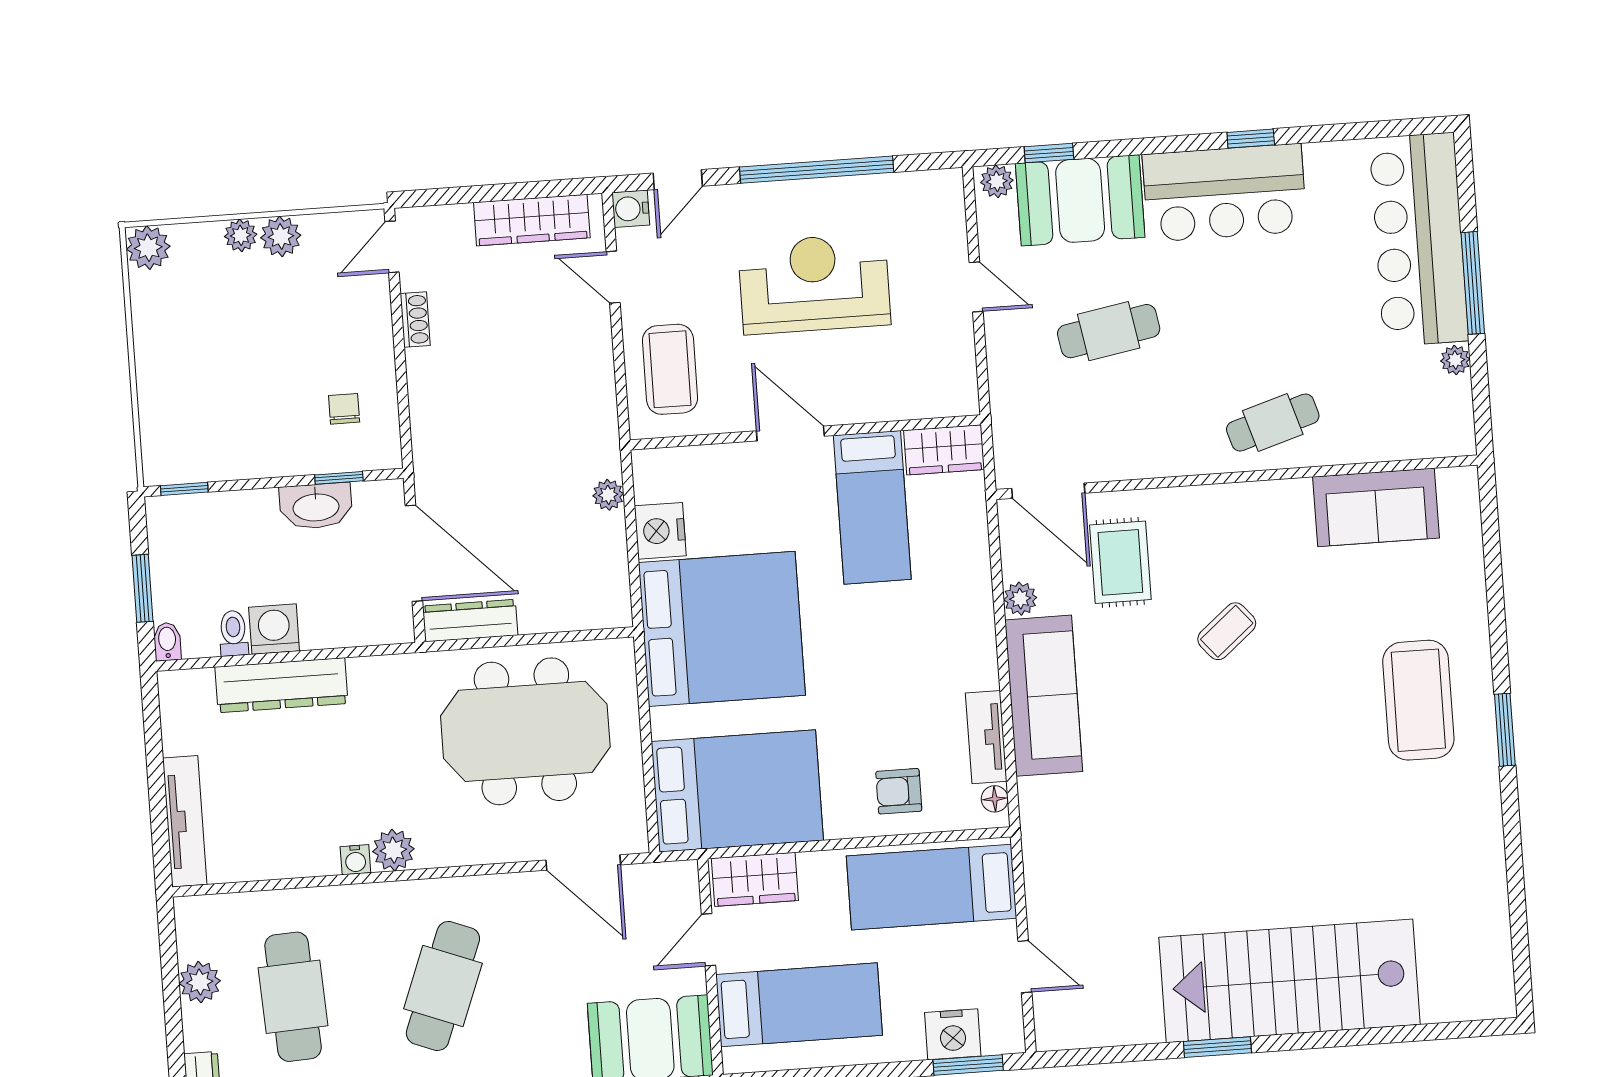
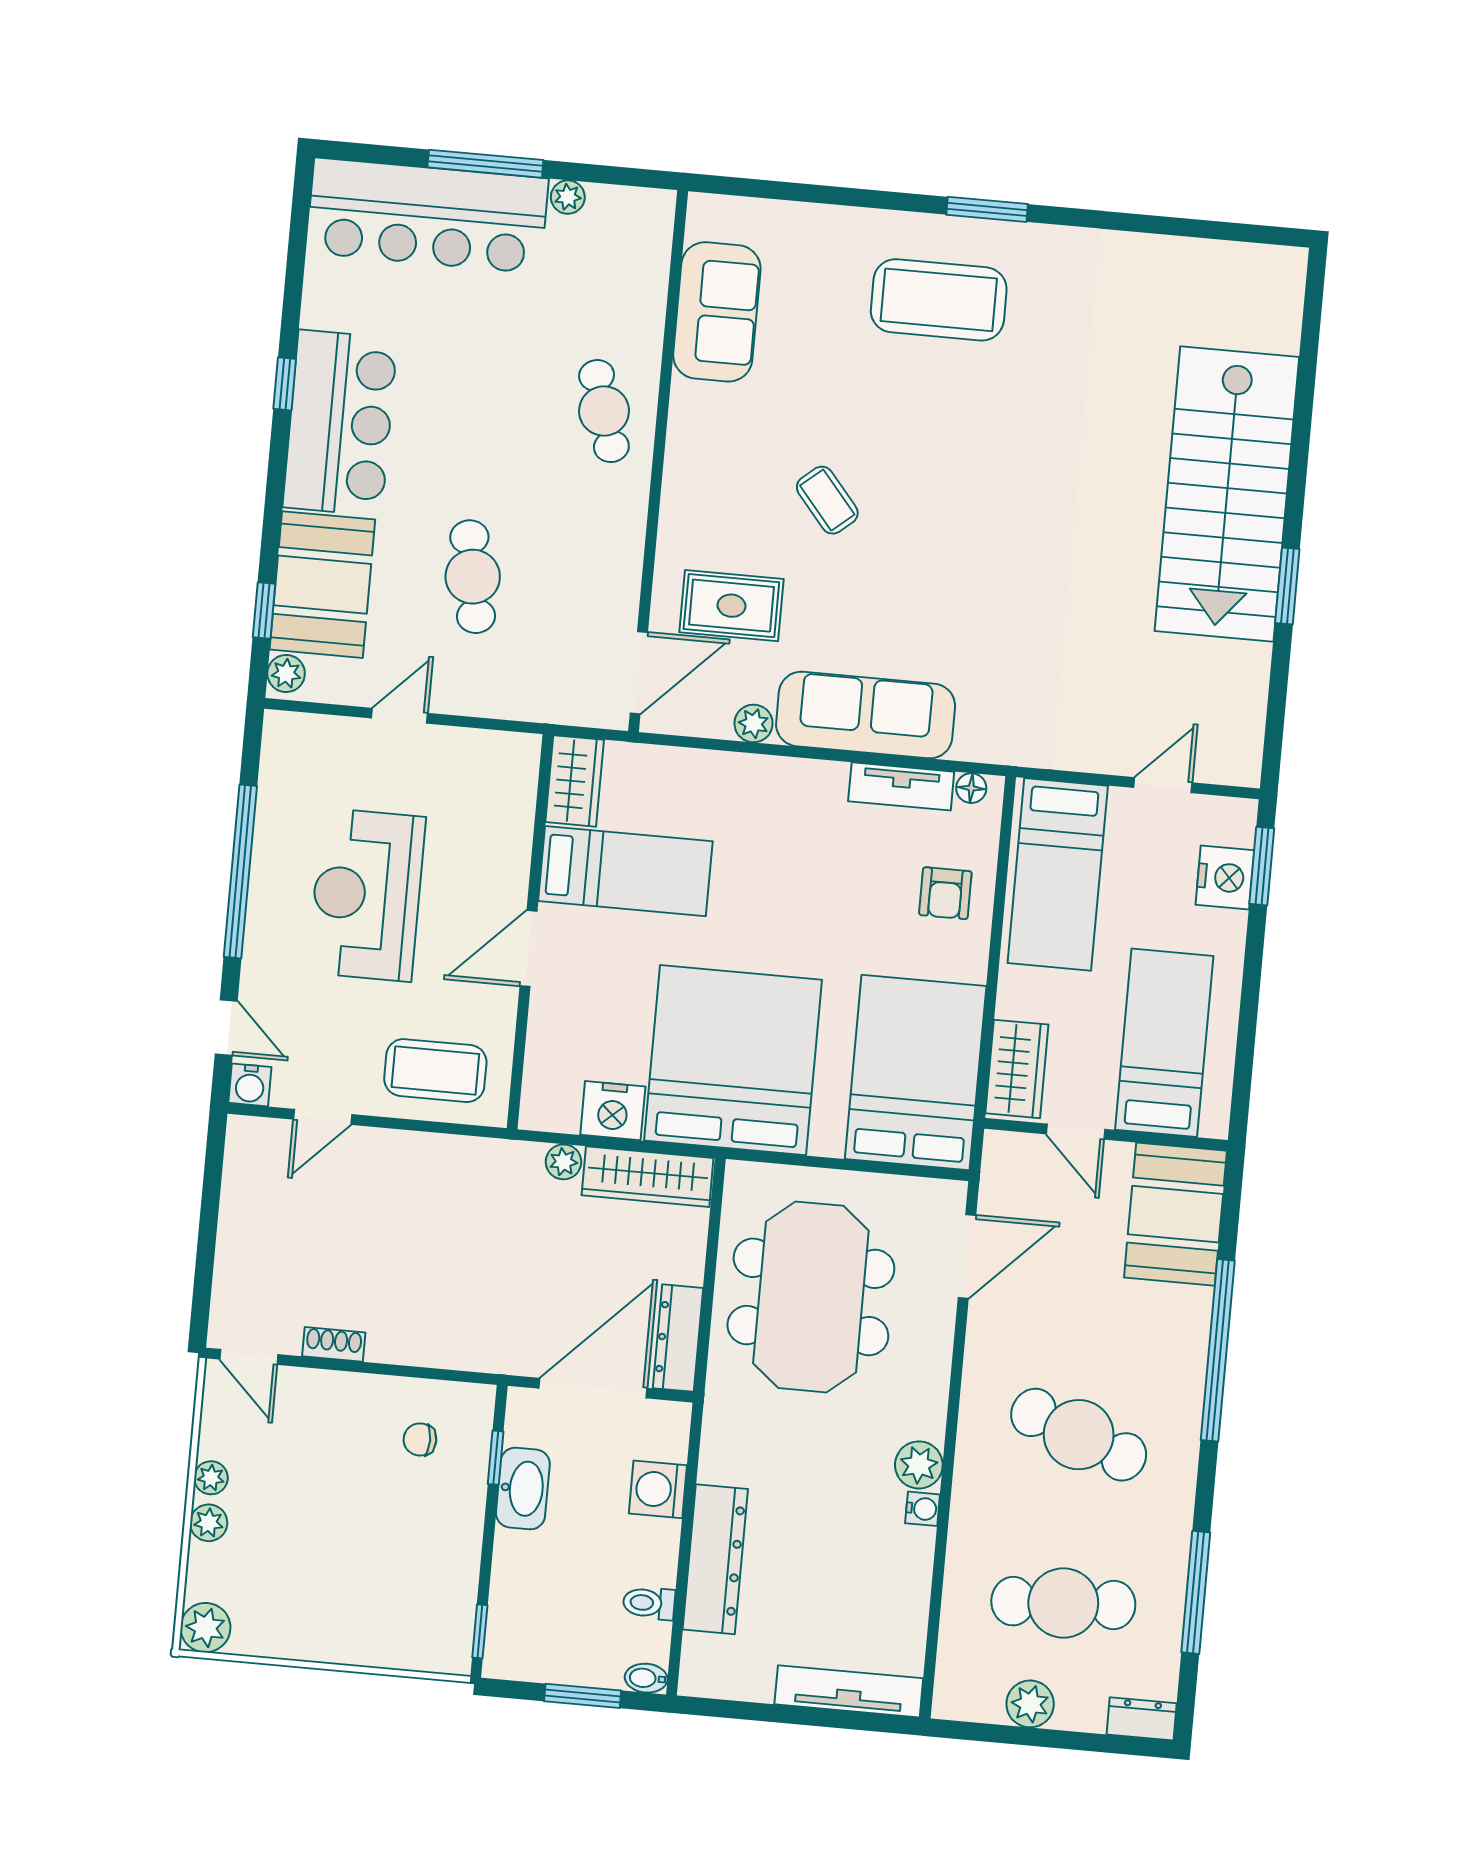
wardrobe: (532, 220) -> (648, 1177), moved, turned 90
plant: (281, 236) -> (211, 1478), width x0.73, depth x0.73
washing machine: (274, 629) -> (658, 1489), moved

